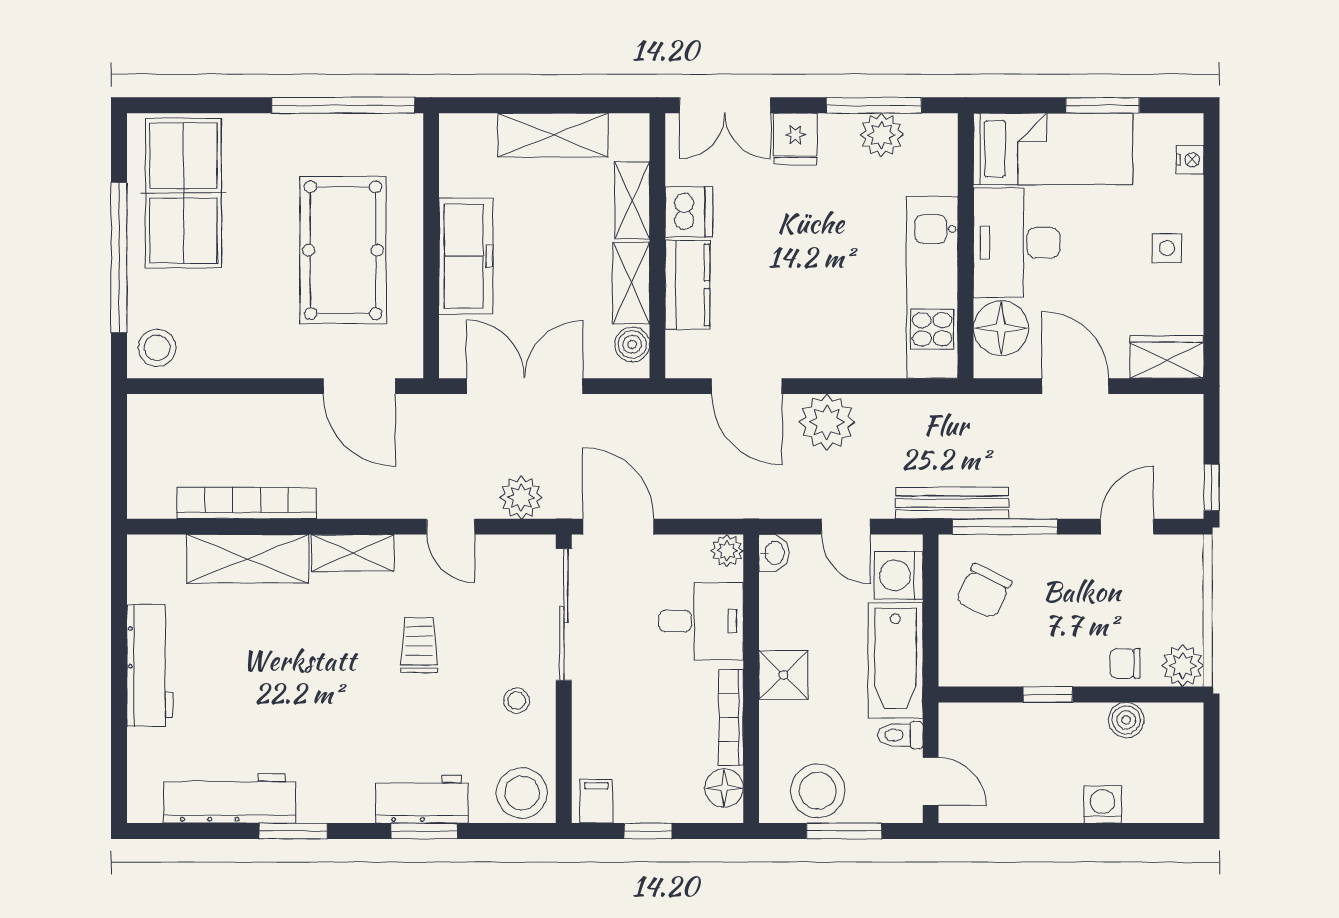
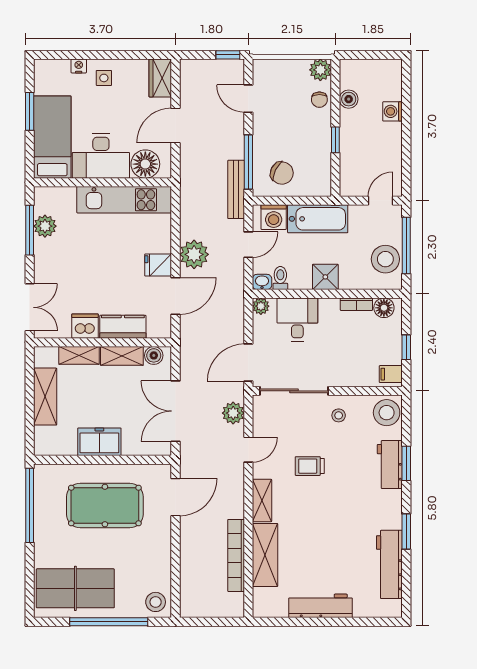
fridge: (795, 139) -> (158, 265), moved, turned 180
nightstand: (1190, 160) -> (79, 66), moved
freezer: (466, 256) -> (99, 442), width x0.71
bookcase: (731, 718) -> (356, 304), width x0.64
toilet: (900, 735) -> (280, 278), moved, turned 180
window: (844, 831) -> (406, 245), width x1.44

